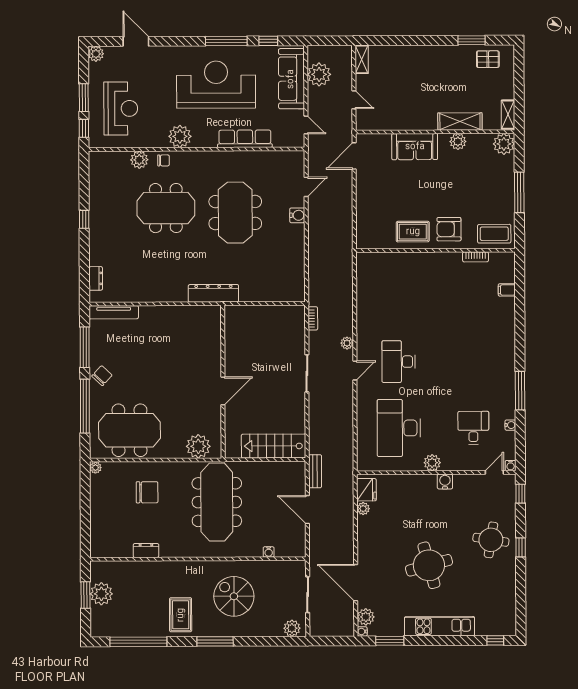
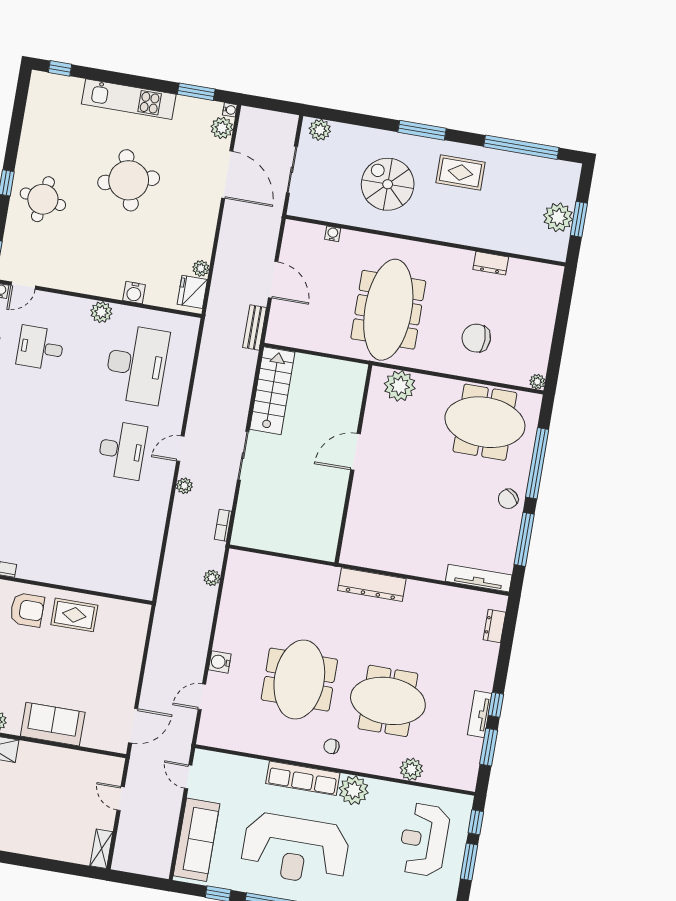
plant: (319, 74) -> (212, 578), moved, width x0.53, depth x0.53
row of seats: (245, 139) -> (303, 778), moved
chair: (164, 160) -> (332, 746), moved
window: (84, 186) -> (489, 747), added
tv unit: (95, 210) -> (480, 714), added
dresser: (213, 293) -> (372, 585), moved
desk: (473, 428) -> (40, 348), turned 90
stairs: (274, 446) -> (272, 391), moved, turned -90
water cooler: (445, 482) -> (134, 293), moved
spiral stairs: (234, 596) -> (388, 184), turned 180
rug: (181, 615) -> (461, 172), turned 90

